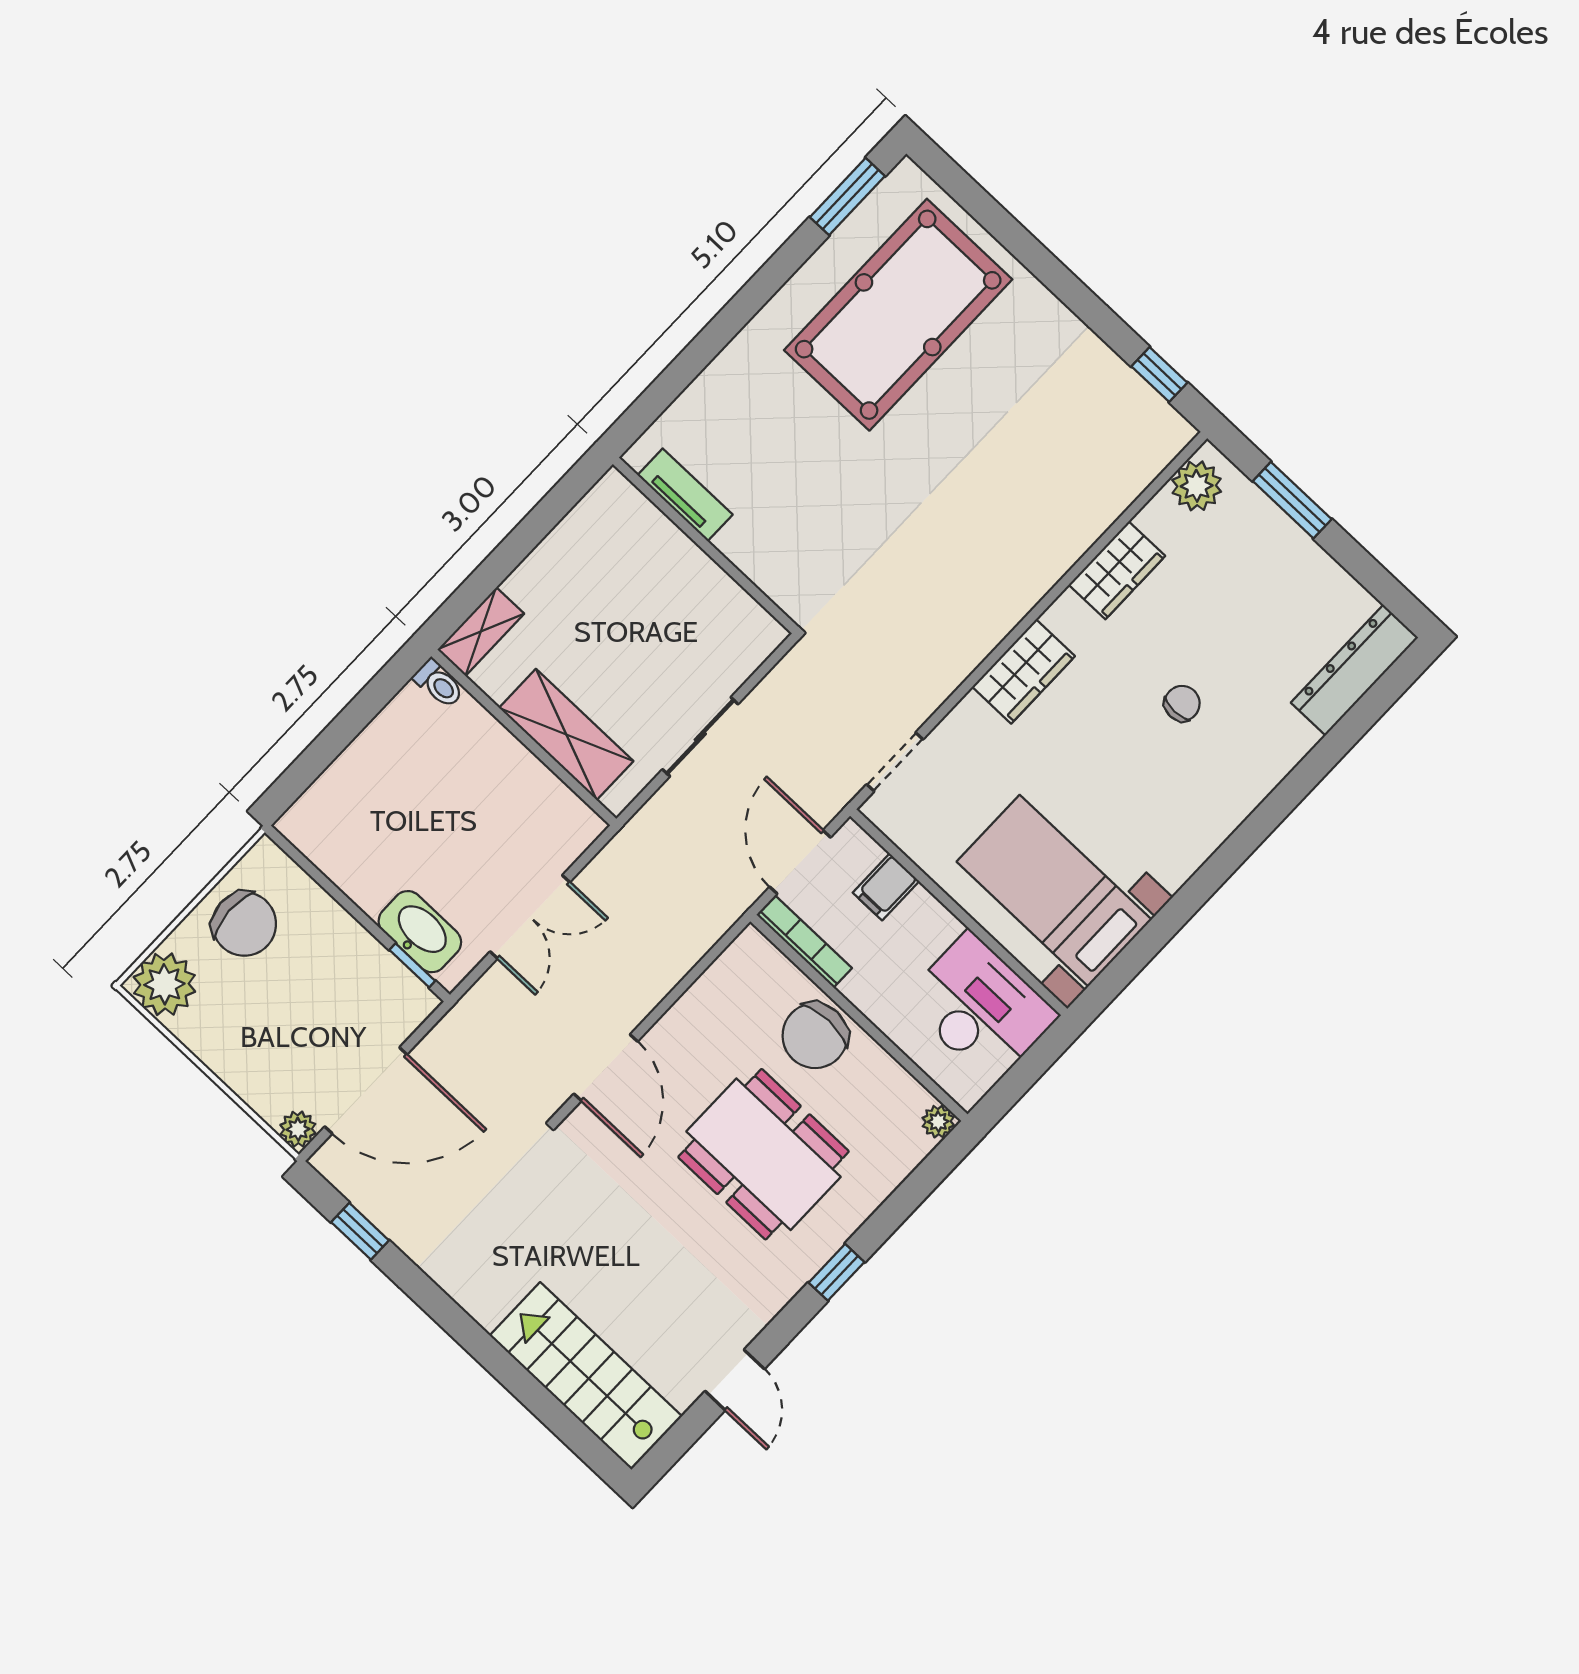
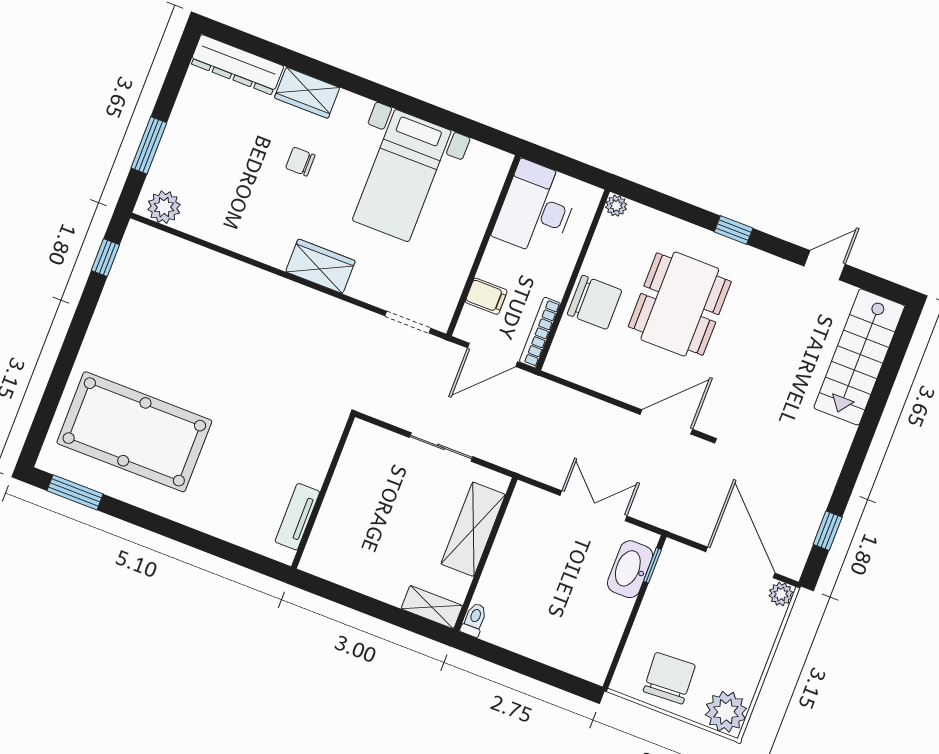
wardrobe: (1117, 570) -> (307, 93), moved, turned 180
bed with nightstands: (1054, 891) -> (402, 176), moved

